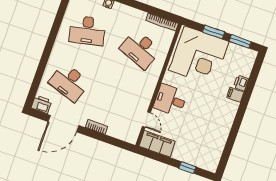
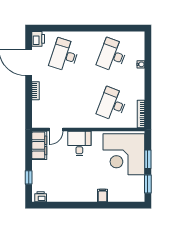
desk: (87, 31) -> (112, 55), turned 33
printer: (241, 83) -> (41, 197), moved

